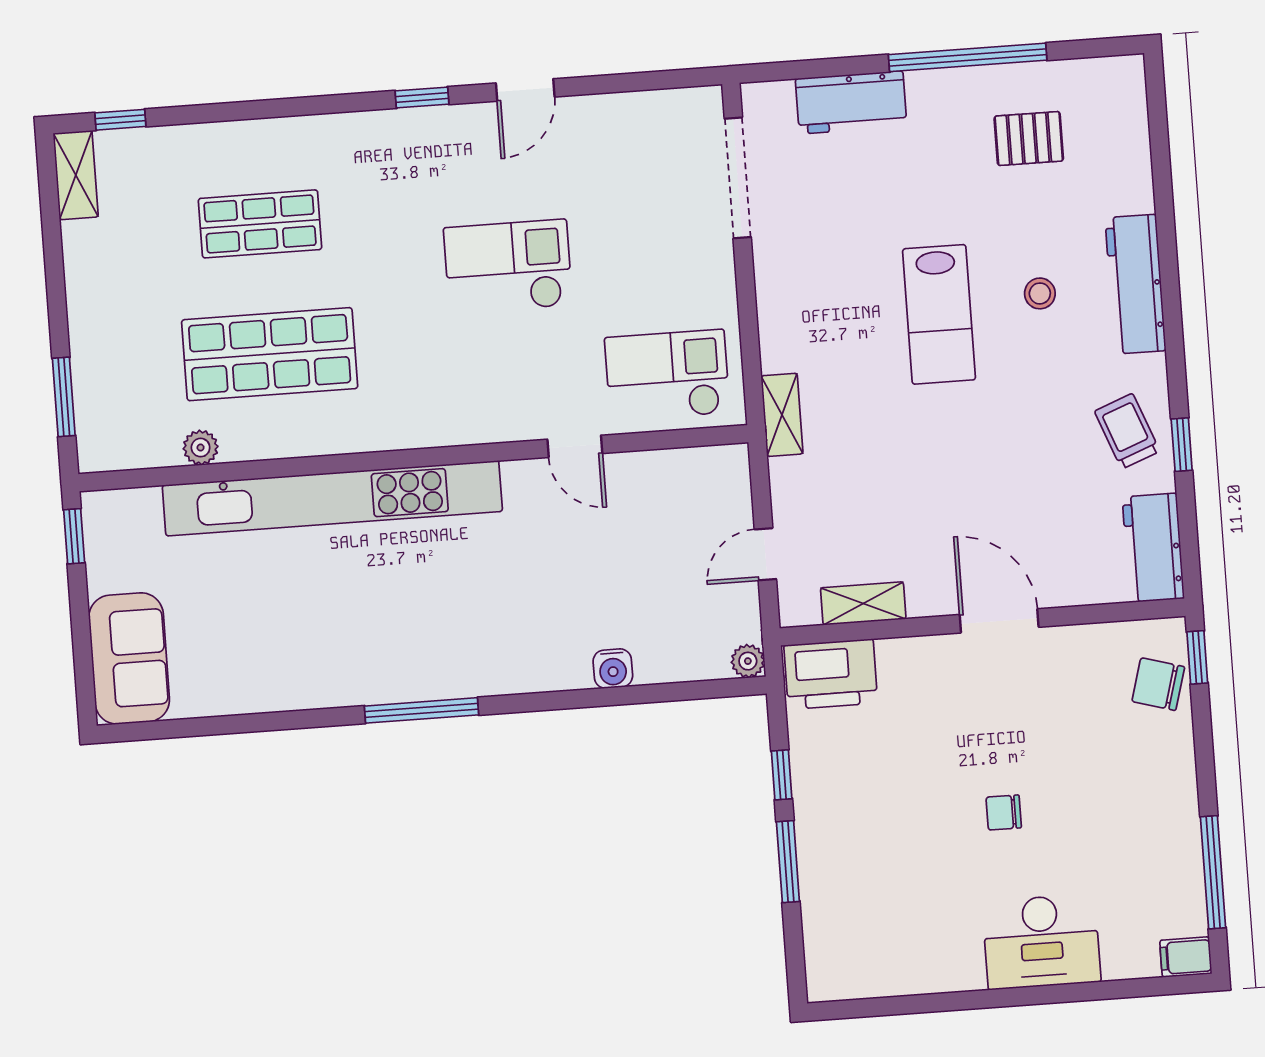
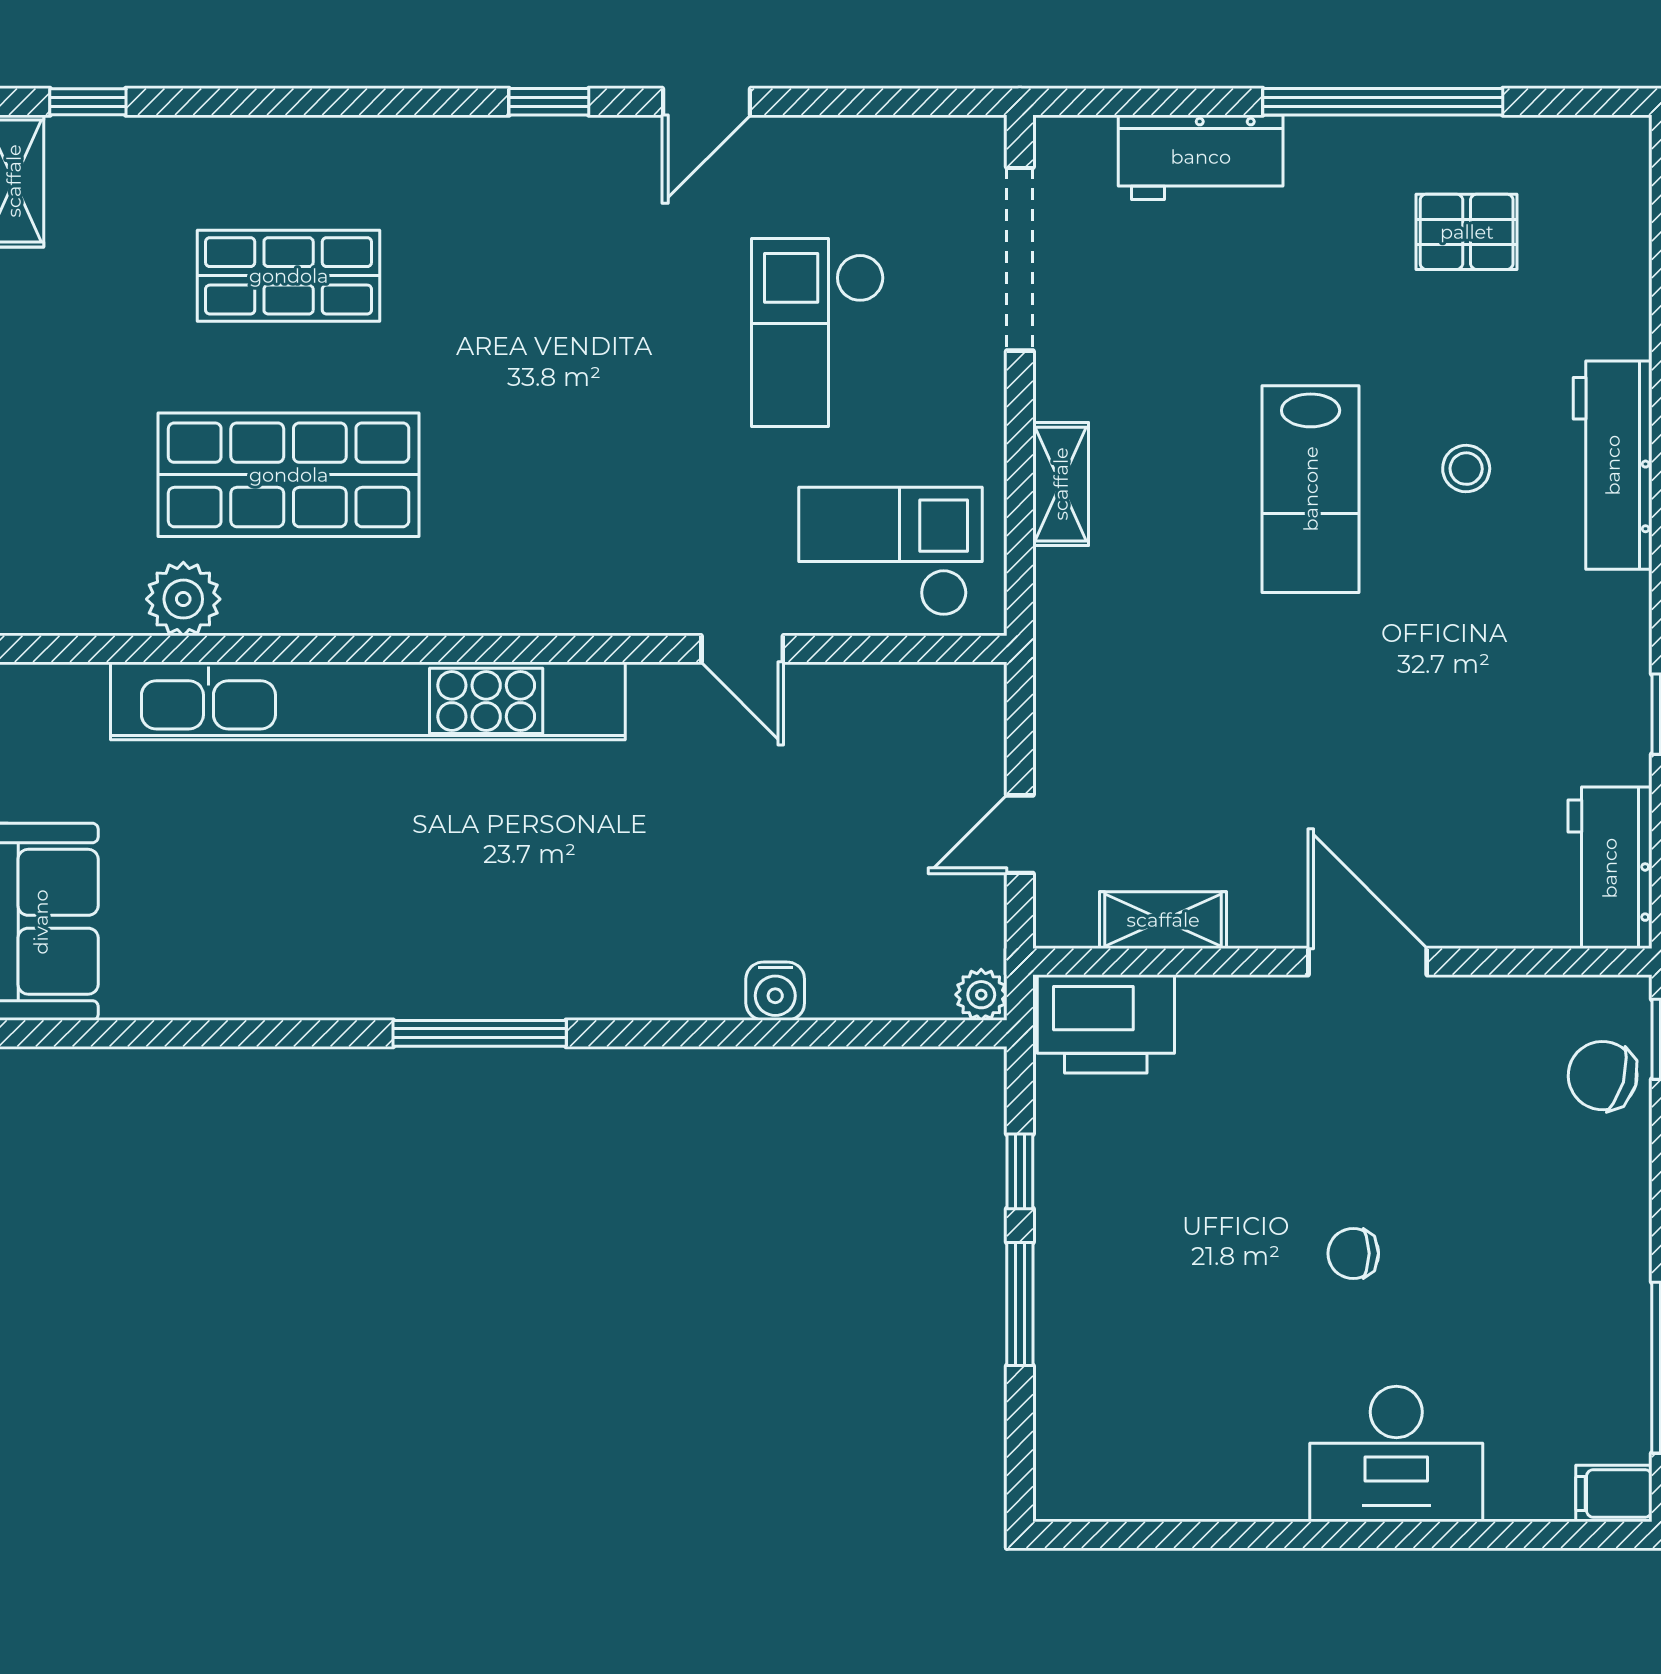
checkout: (508, 267) -> (818, 333), moved, turned -90
shelving: (782, 415) -> (1061, 484), moved
trolley: (1127, 431) -> (1583, 688), removed
plant: (201, 448) -> (183, 599), width x1.38, depth x1.38

